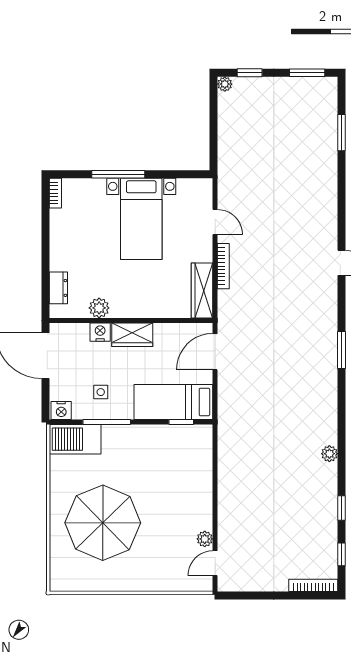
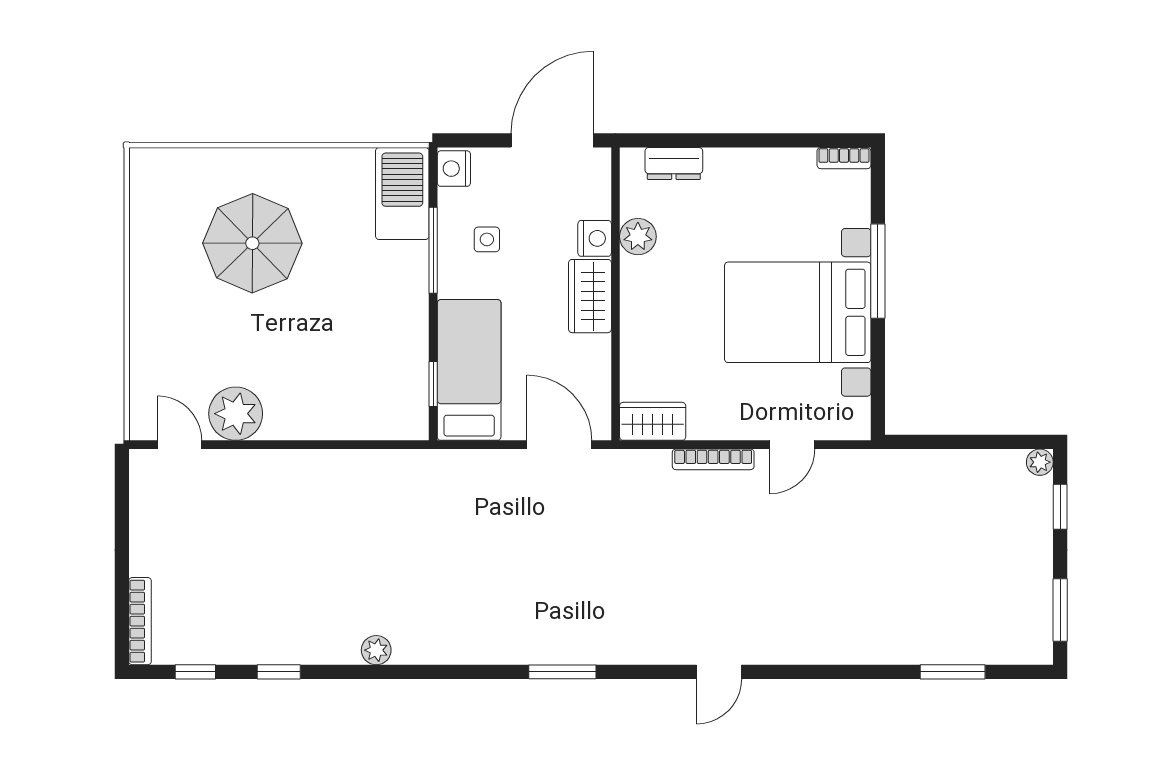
bed with nightstands: (141, 219) -> (798, 312), width x1.36
wardrobe: (202, 291) -> (653, 421), width x0.67
parasol: (103, 523) -> (252, 243), width x0.73, depth x0.73
plant: (205, 539) -> (236, 414), width x1.88, depth x1.88

